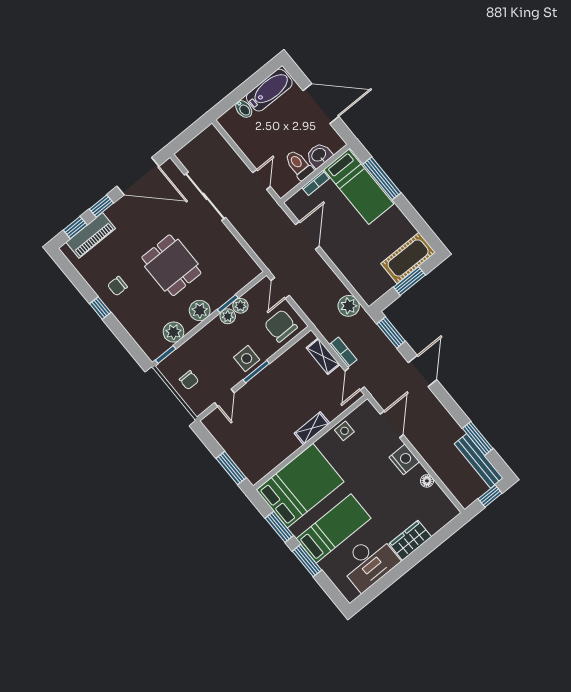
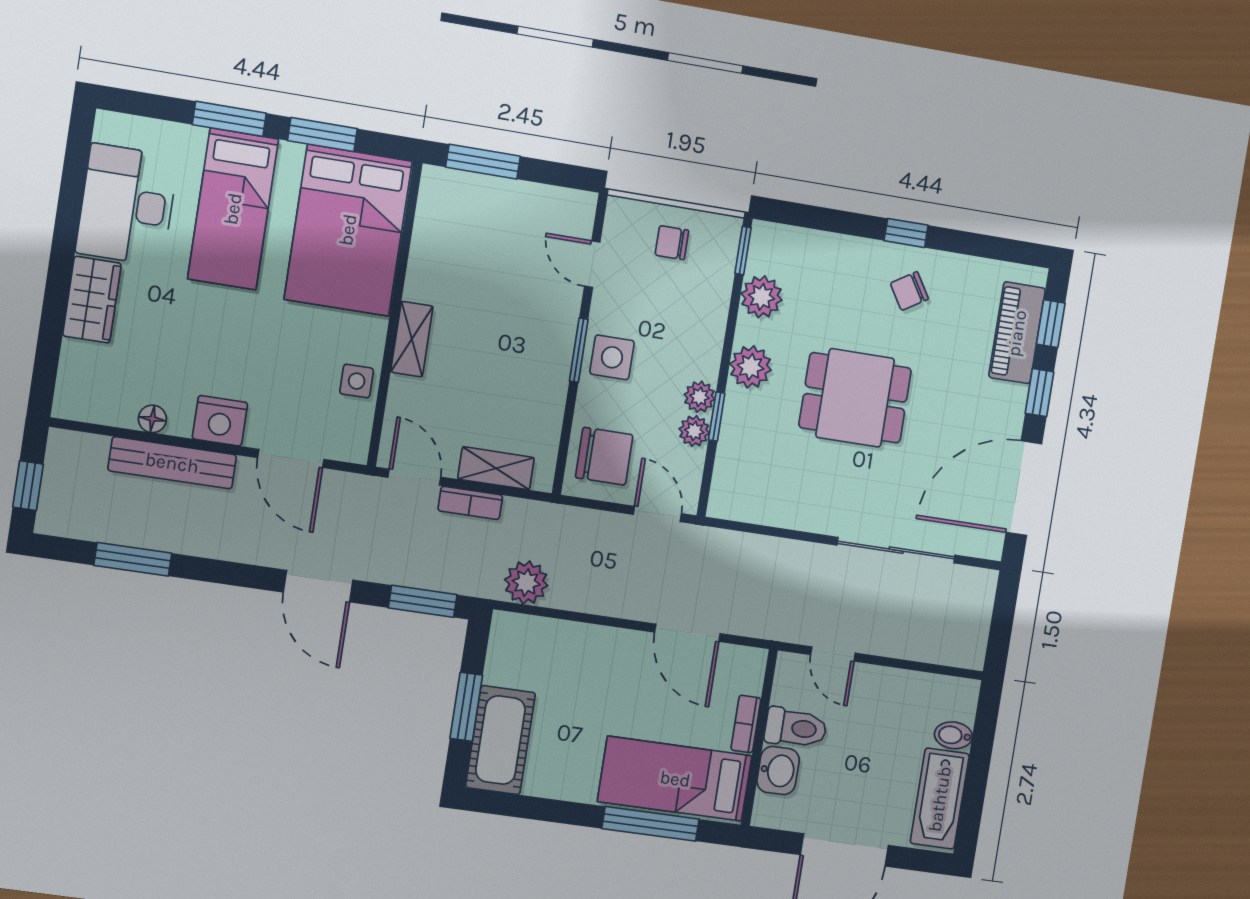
chair: (117, 286) -> (909, 291), turned -122
bench: (479, 461) -> (172, 463), moved

